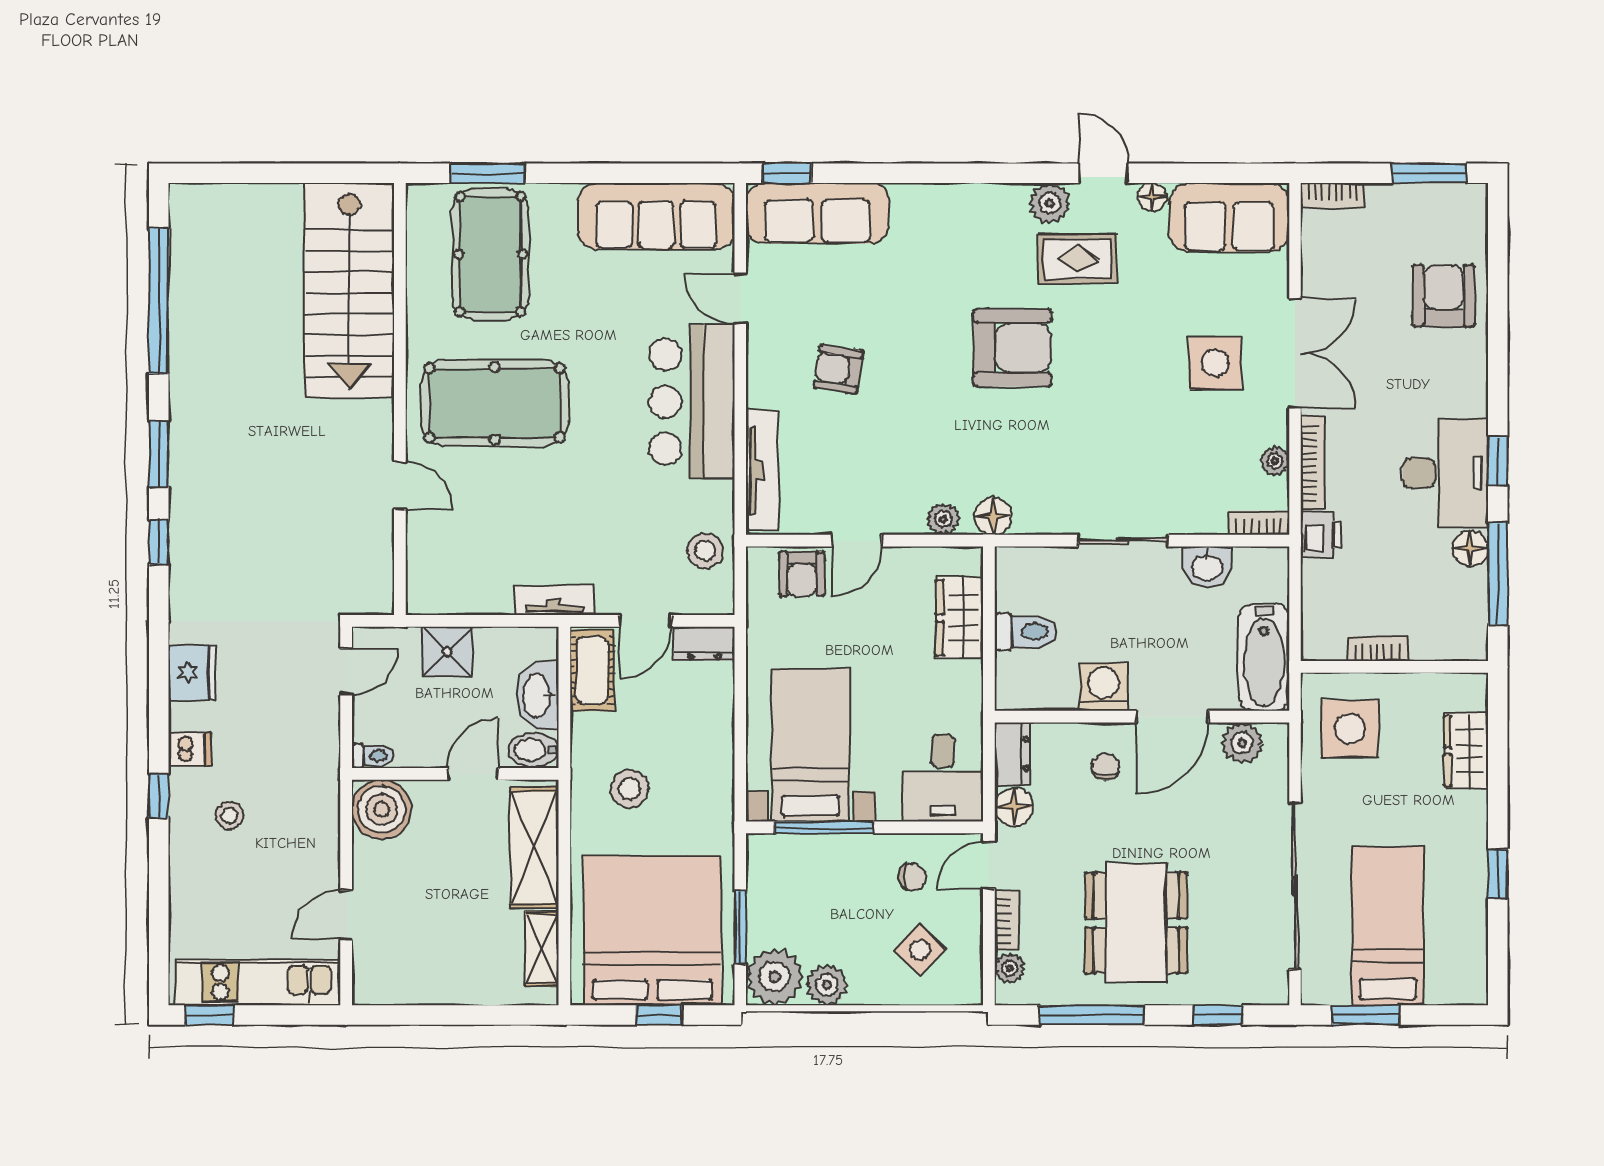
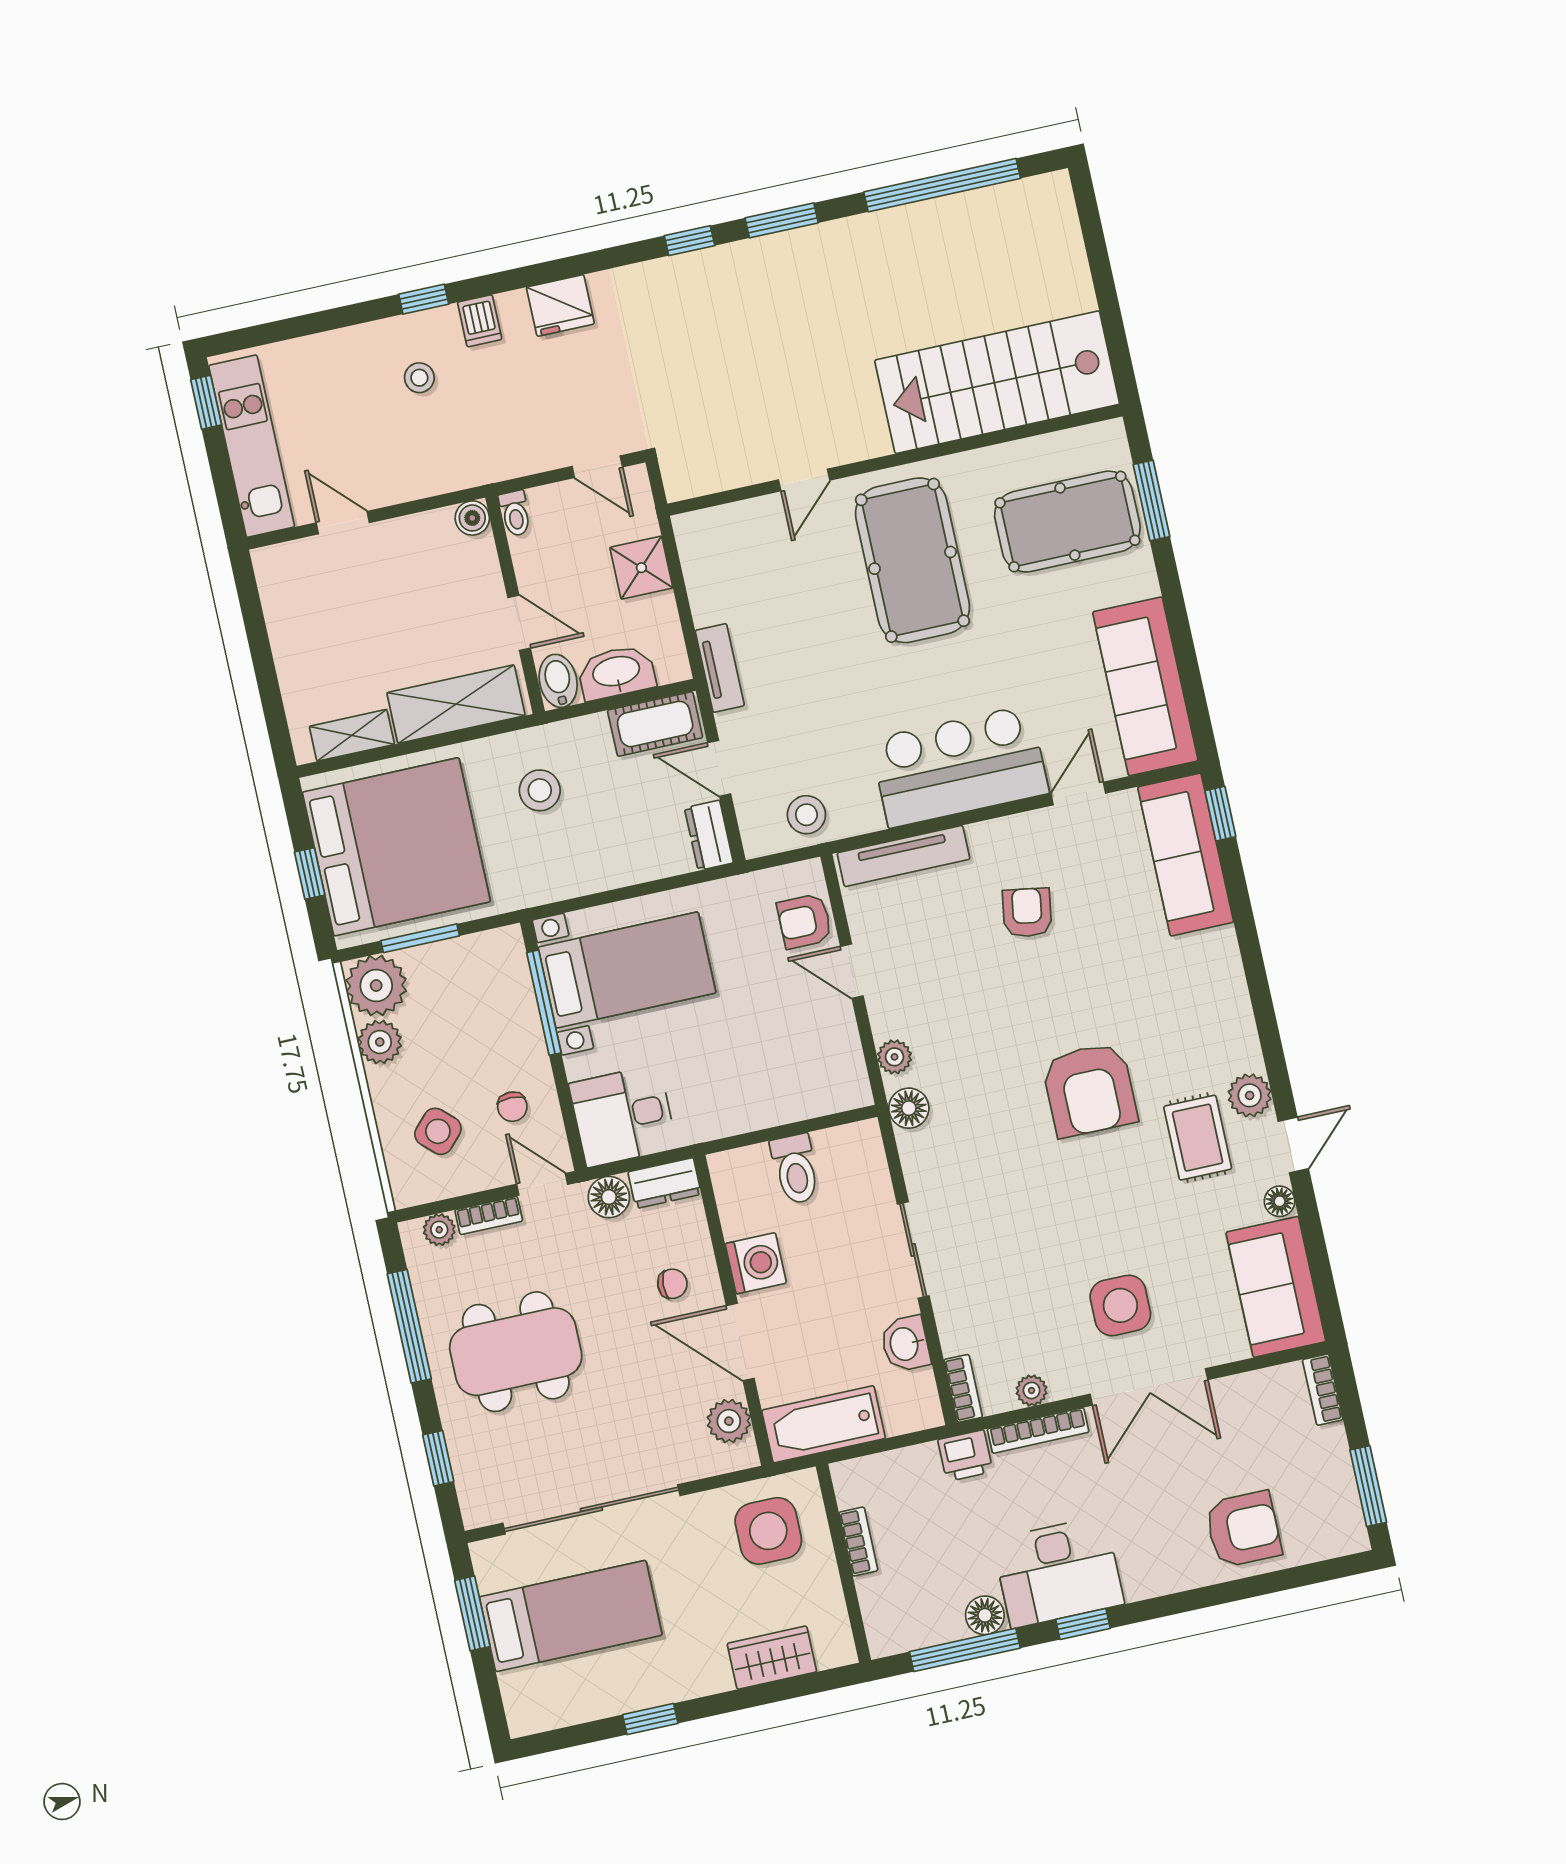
wardrobe: (959, 618) -> (794, 1097), removed
boiler: (382, 809) -> (472, 518), width x0.54, depth x0.54

